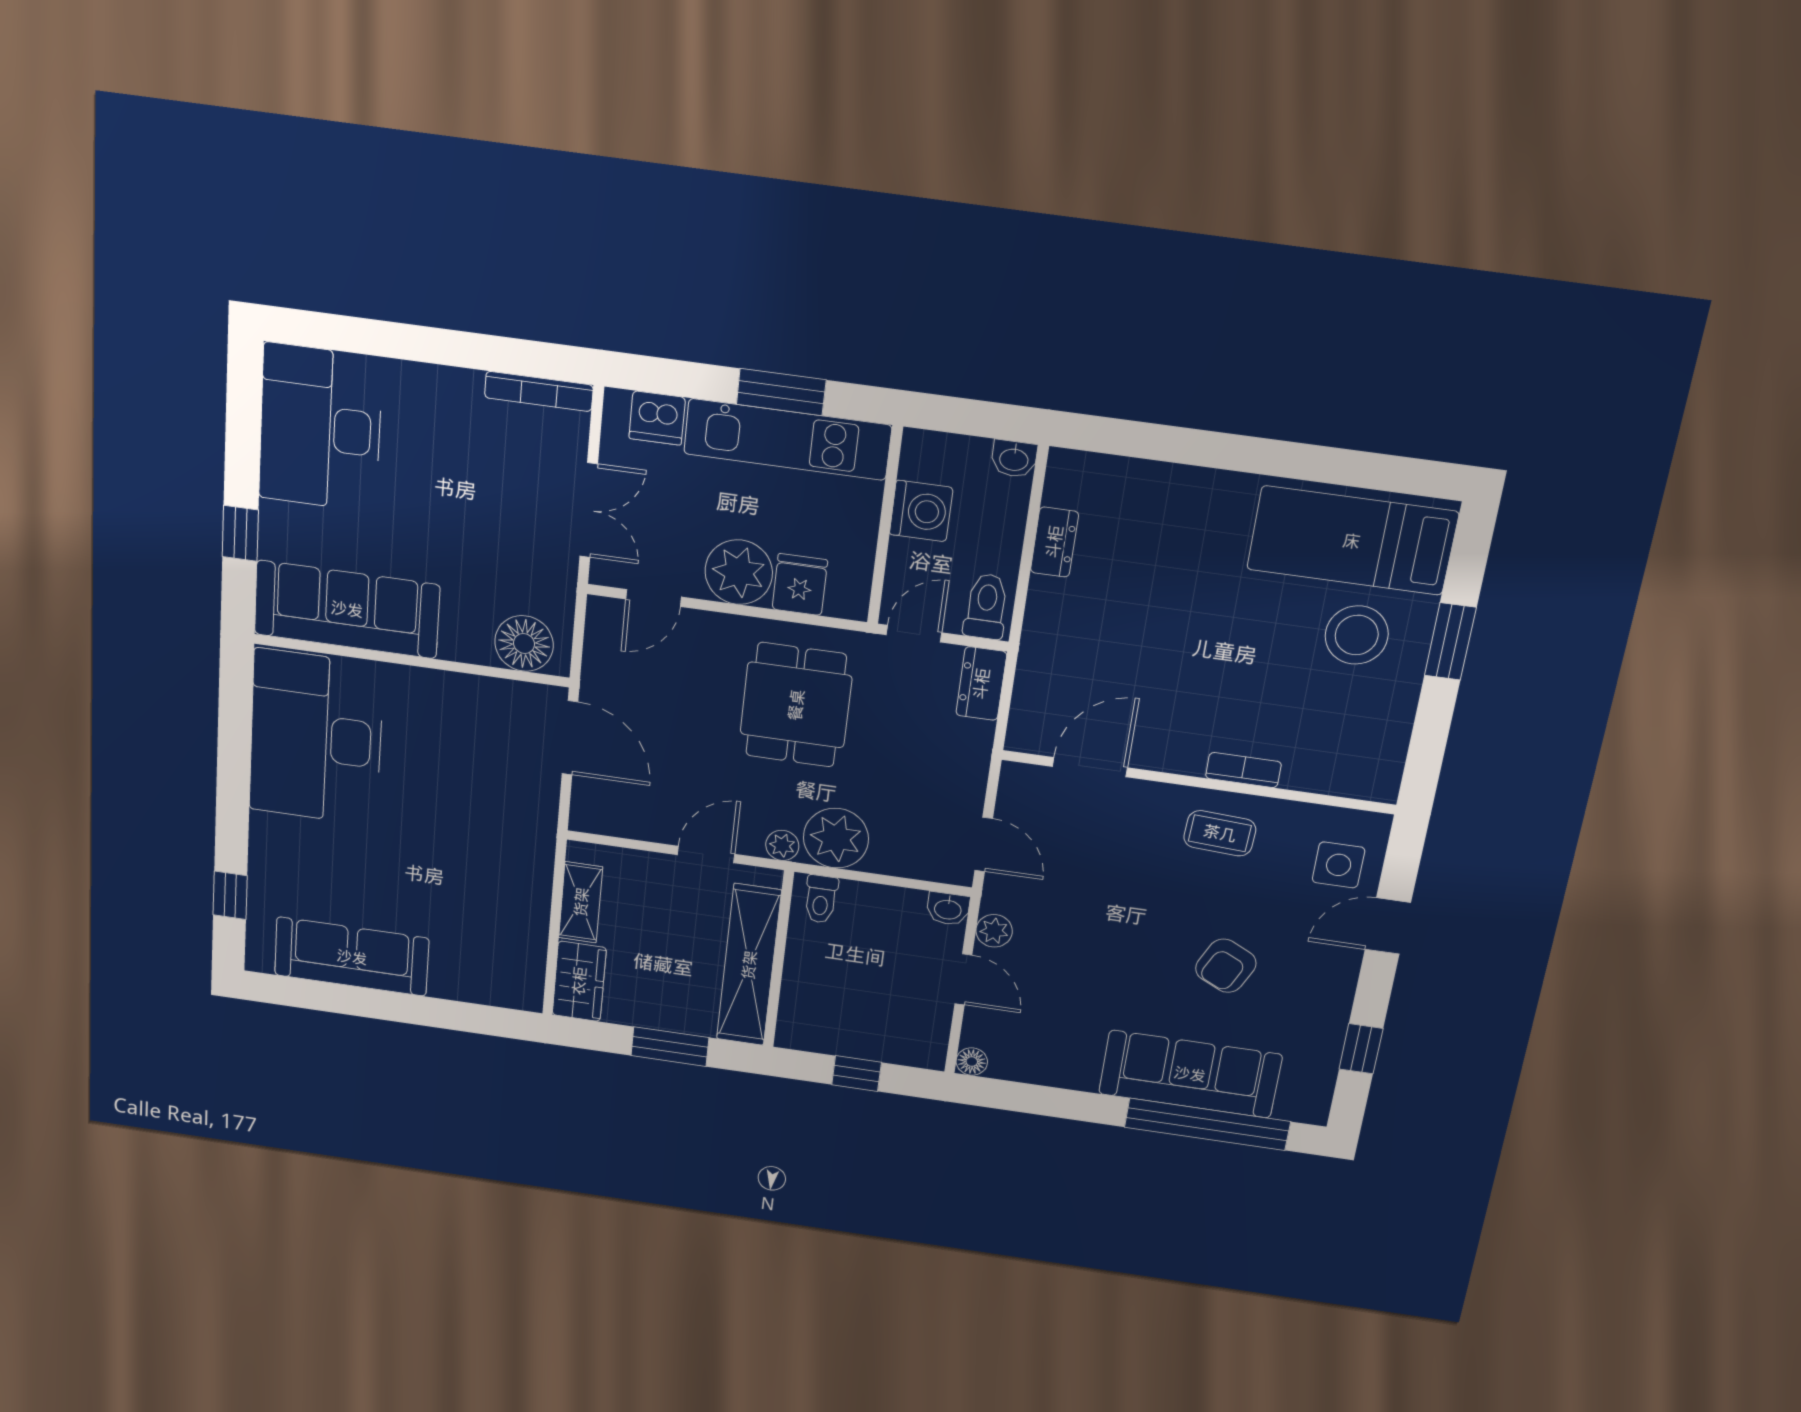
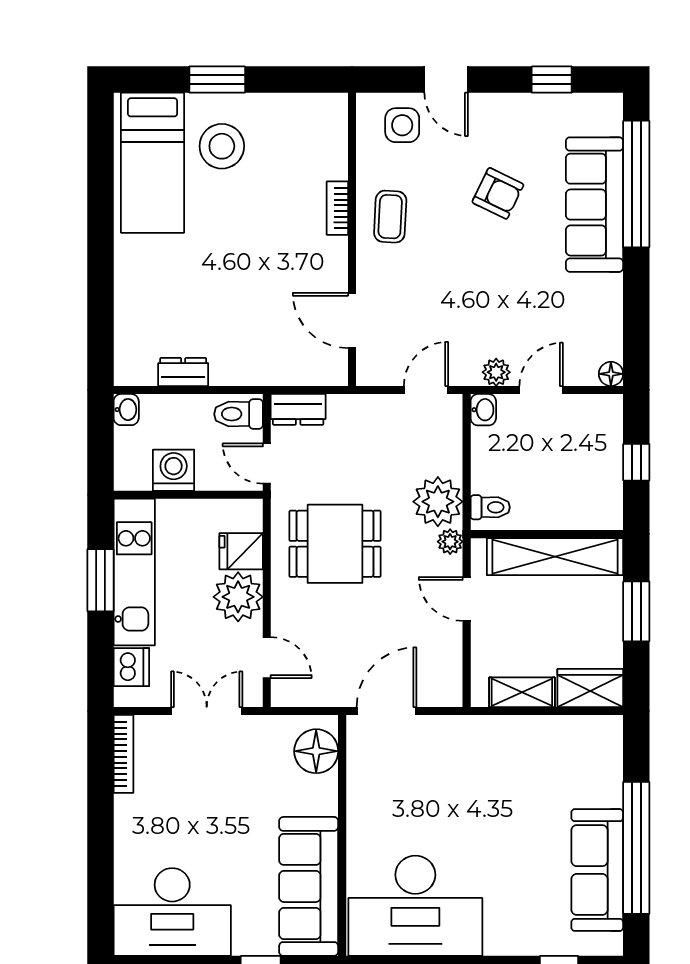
window: (377, 1004) -> (636, 848), added

